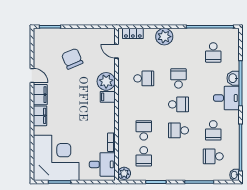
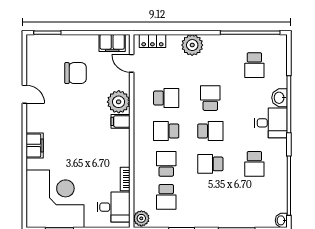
chair: (72, 59) -> (75, 73), turned 113
filing cabinet: (40, 95) -> (112, 43), moved, turned 90
school desk: (213, 156) -> (166, 131), moved

